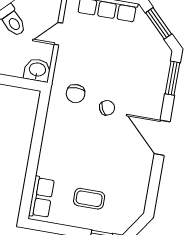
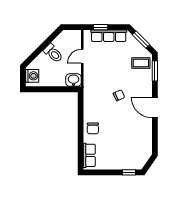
chair: (76, 94) -> (93, 128), moved
coffee table: (89, 199) -> (141, 63), moved

